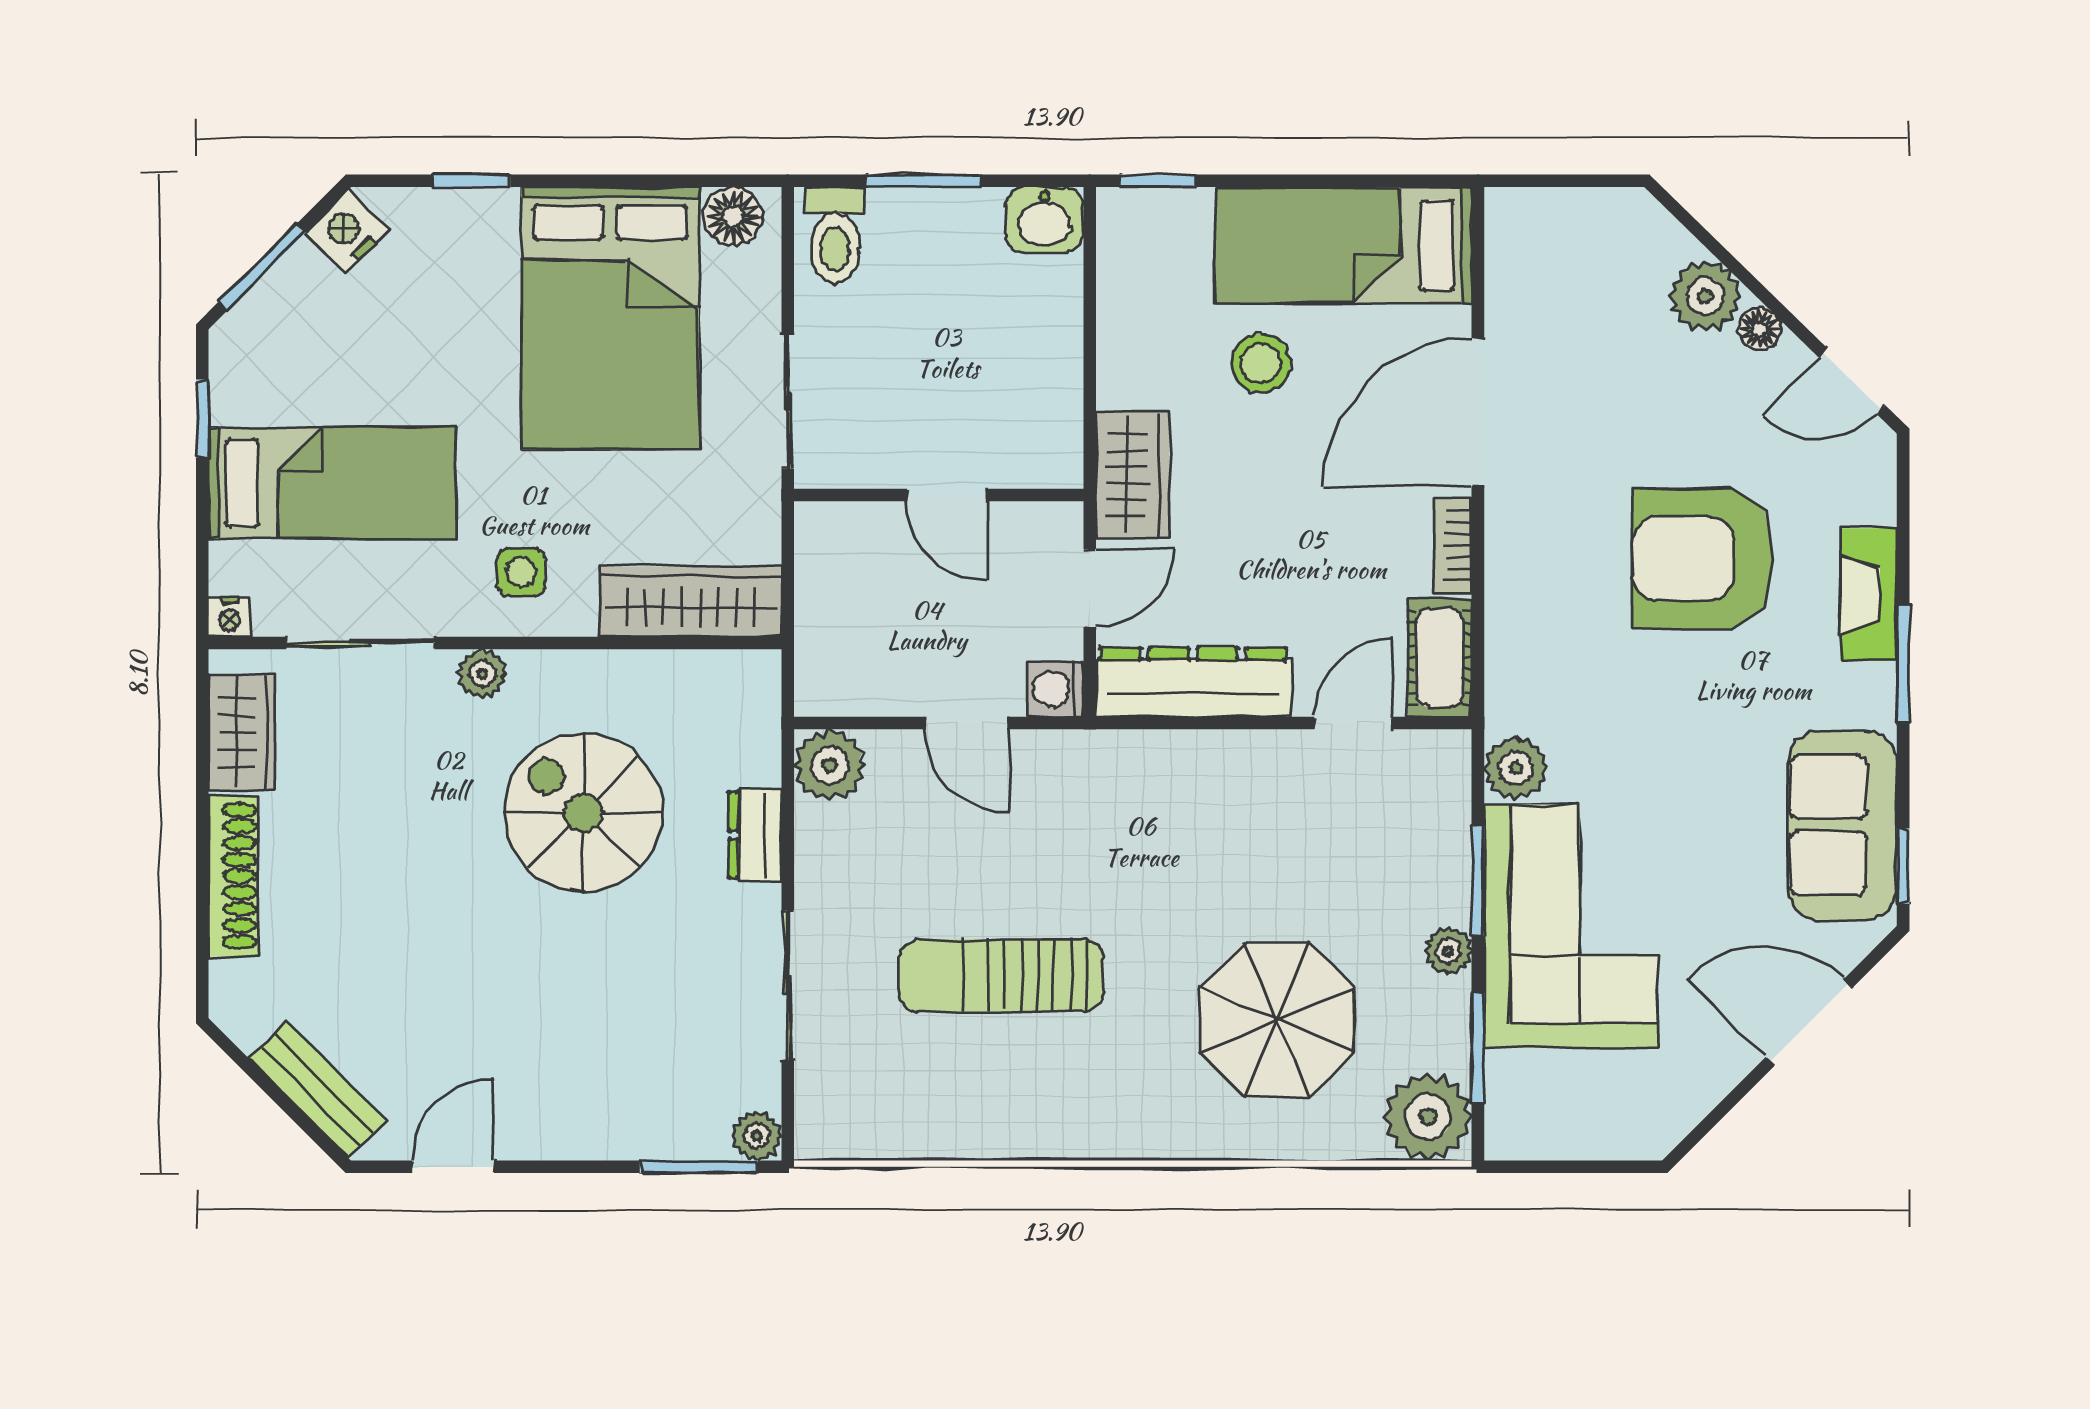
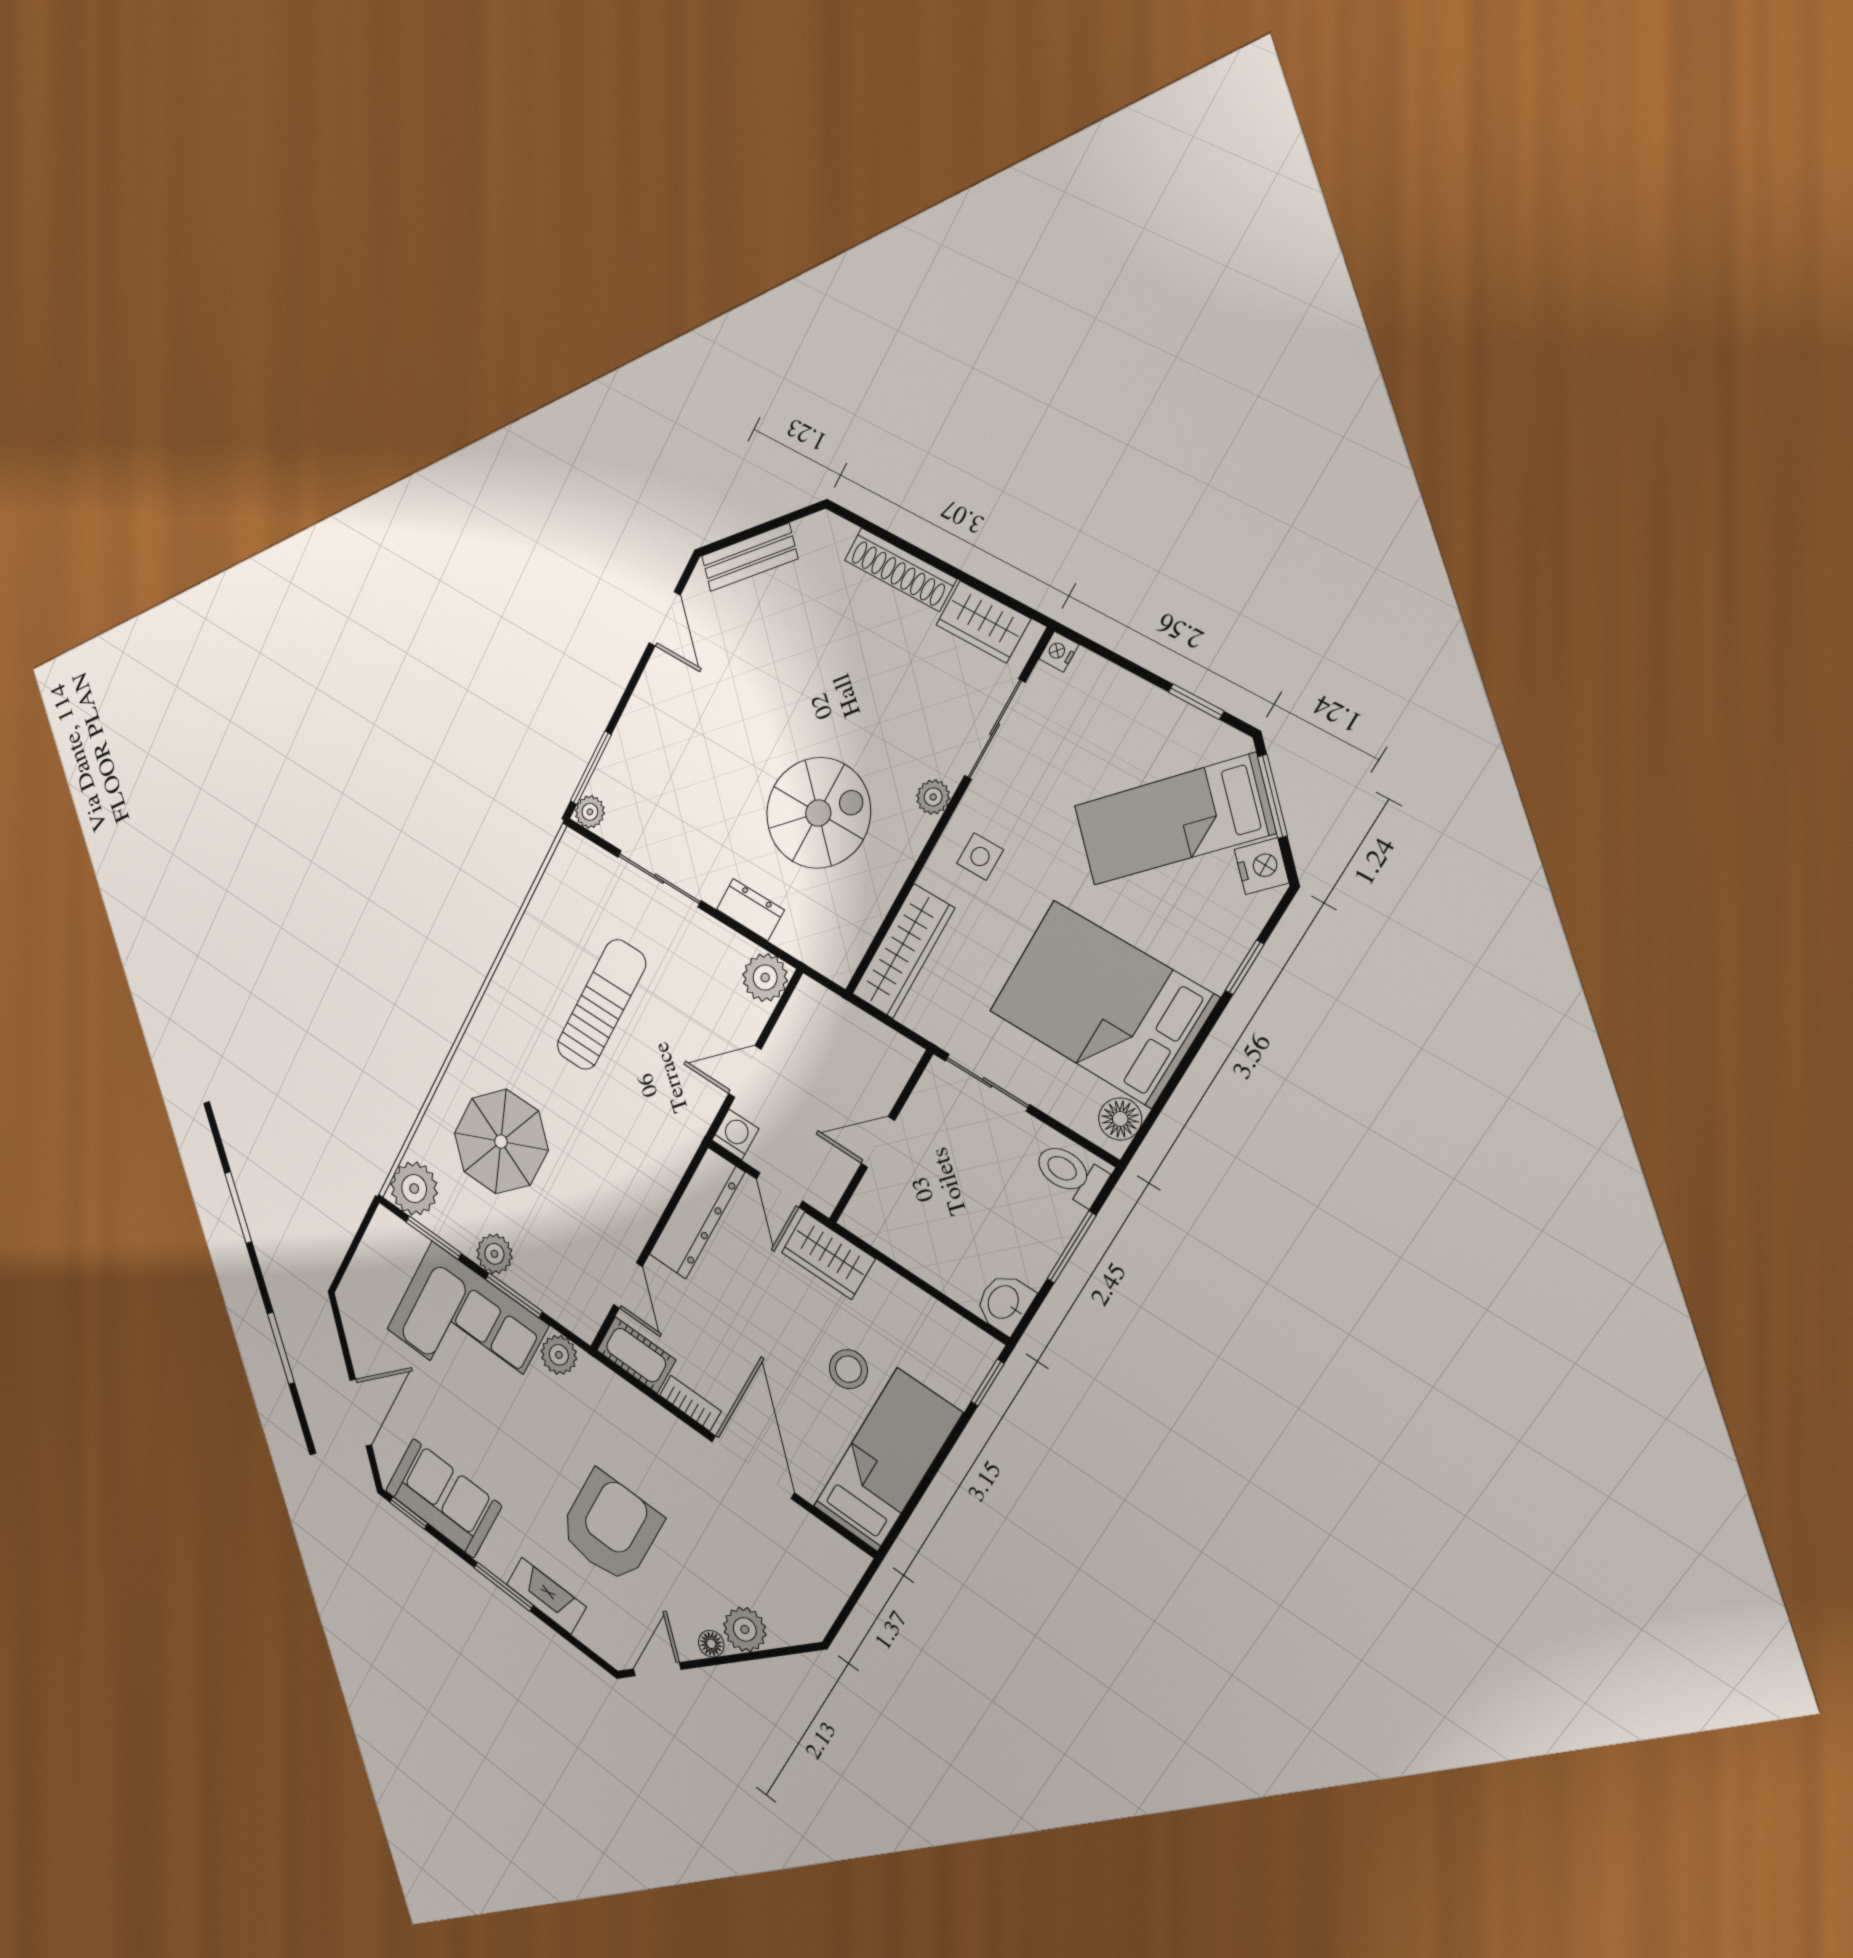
bed: (332, 483) -> (1174, 819), moved, turned 45
plant: (1448, 951) -> (494, 1254), width x1.38, depth x1.38

